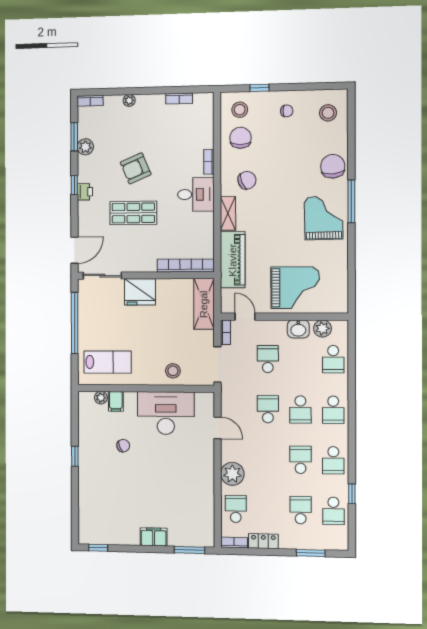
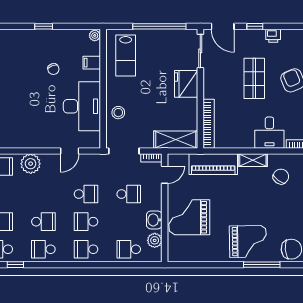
chair: (247, 180) -> (281, 177), turned -122
window: (74, 185) -> (255, 26), moved
grand piano: (295, 288) -> (189, 217), turned 90
plant: (101, 398) -> (95, 35), moved

